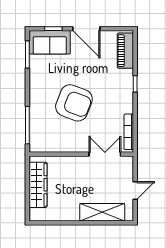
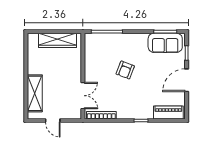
sofa: (50, 42) -> (165, 43), moved, turned -90
armchair: (74, 103) -> (125, 70), width x0.53, depth x0.53

